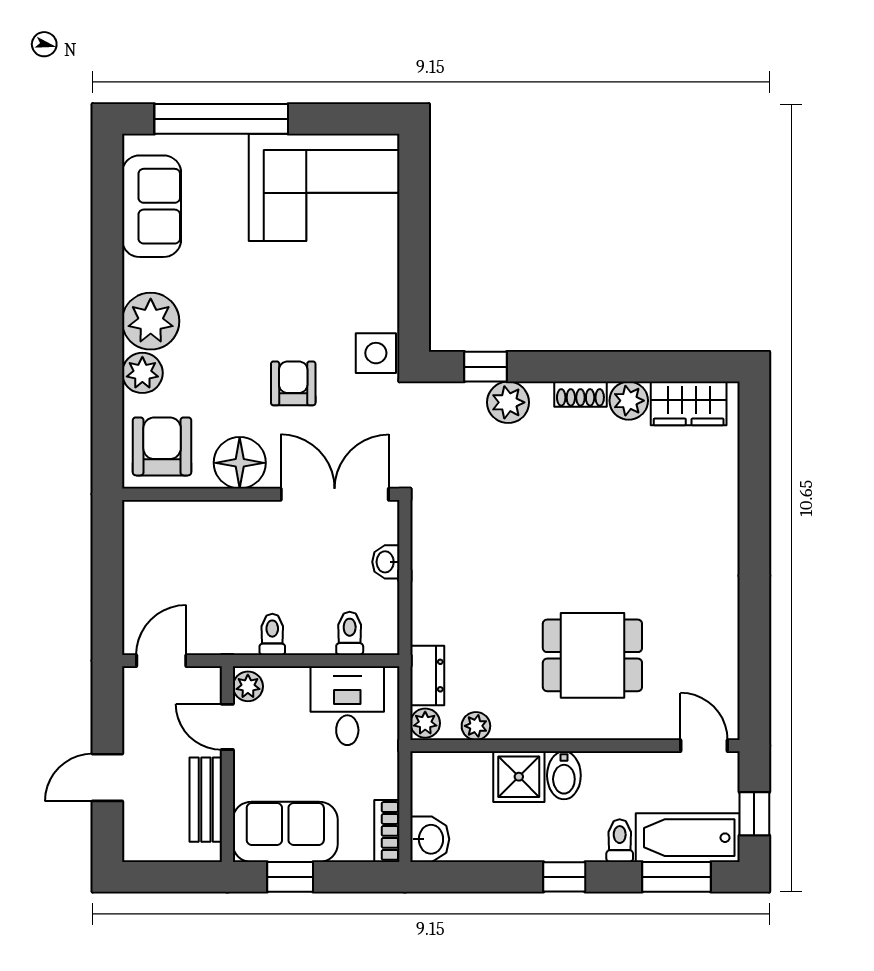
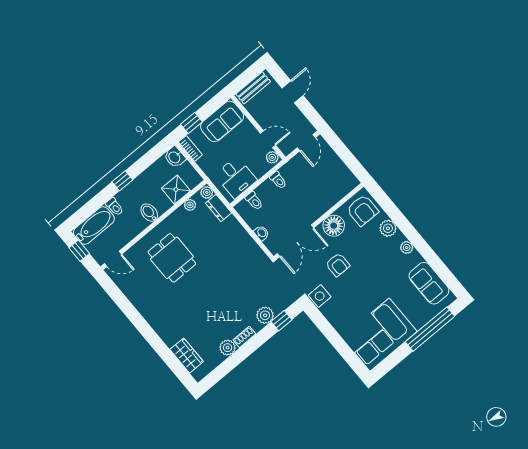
plant: (151, 321) -> (407, 247), width x0.53, depth x0.53
wardrobe: (689, 403) -> (187, 356), moved, turned 90
dining table: (592, 655) -> (172, 258), turned 90
shower: (519, 777) -> (176, 190), moved
bench: (206, 800) -> (253, 88), moved, turned 90
window: (290, 877) -> (191, 123), moved
window: (676, 877) -> (87, 210), removed

